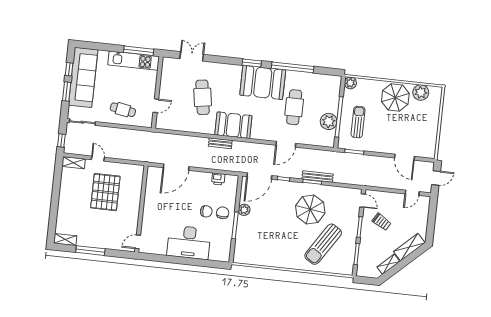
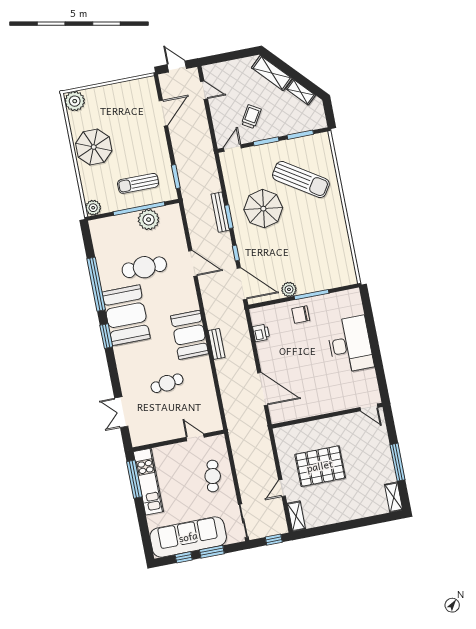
plant: (421, 93) -> (75, 101), moved
cafe table: (203, 97) -> (167, 383), width x0.73, depth x0.74
chair: (206, 211) -> (305, 335), removed

